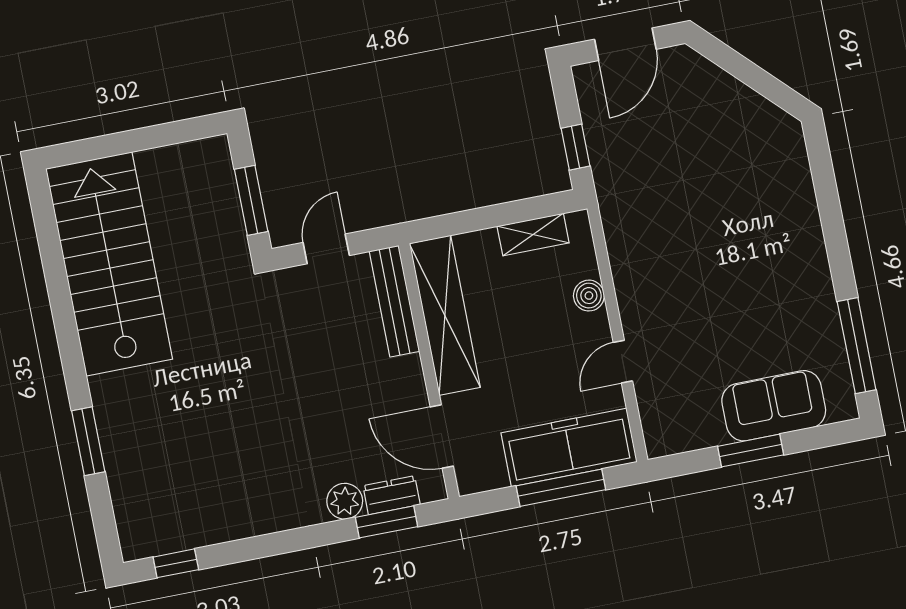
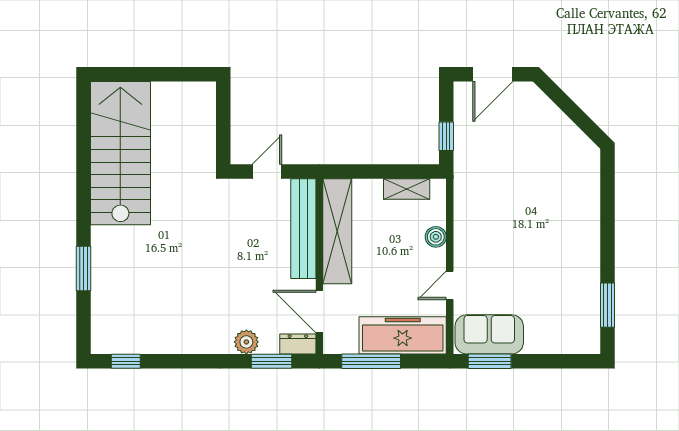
window: (251, 200) -> (223, 129), removed
bench: (394, 301) -> (303, 229), width x1.37, depth x1.21
window: (857, 346) -> (607, 305), width x0.69
sofa: (774, 406) -> (489, 334), moved
window: (751, 451) -> (490, 361), moved
window: (561, 488) -> (371, 361), moved
dresser: (392, 495) -> (298, 344), moved

